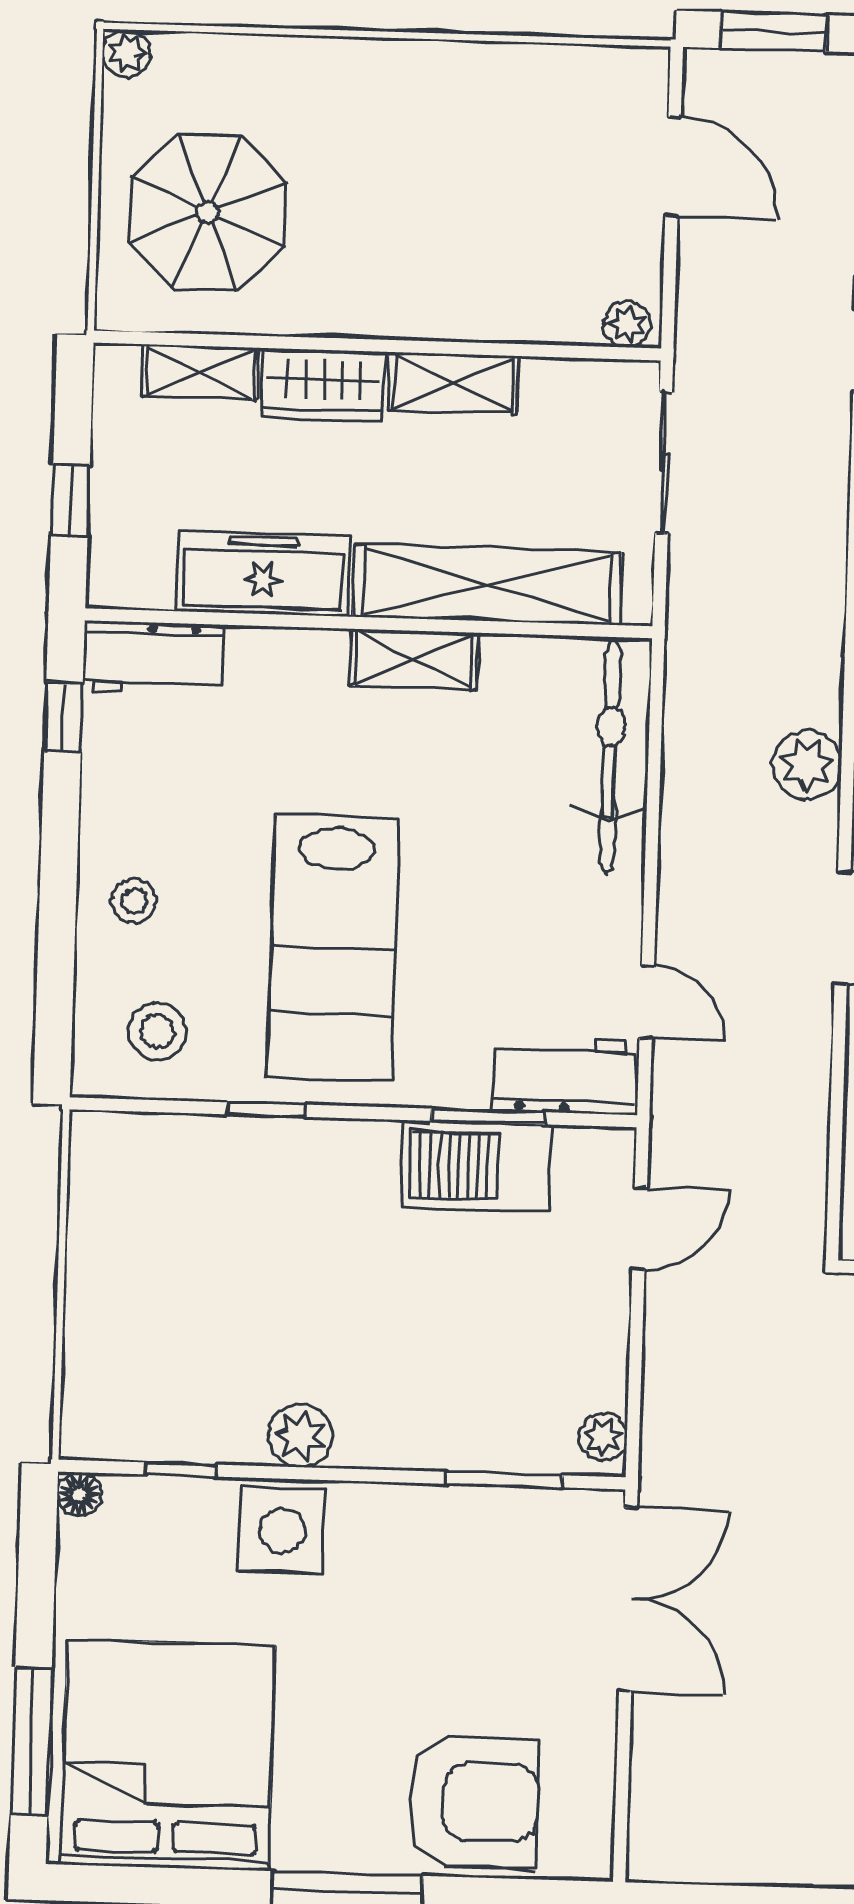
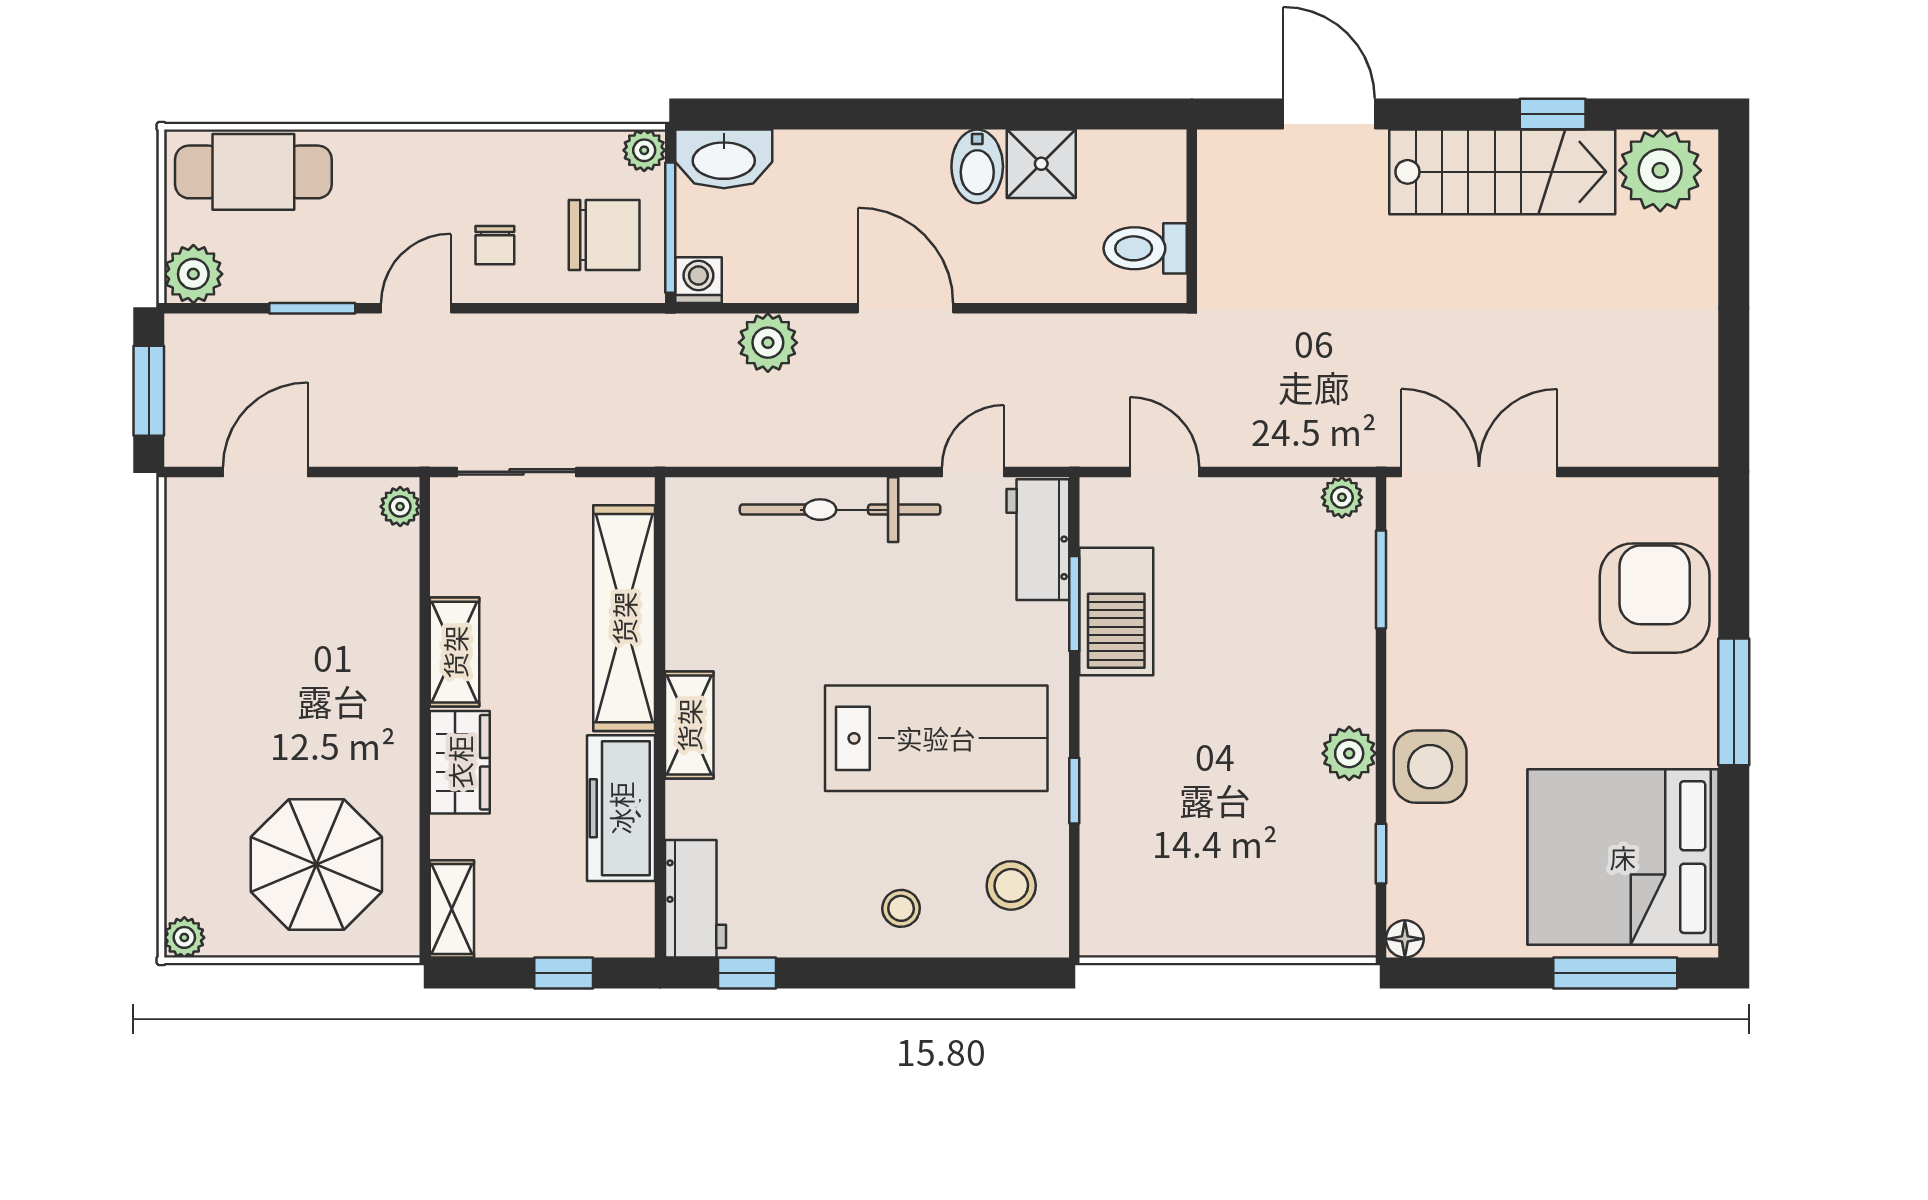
shelving: (200, 372) -> (452, 909), moved
shelving: (414, 659) -> (689, 725), moved
bicycle: (610, 755) -> (840, 510), moved

